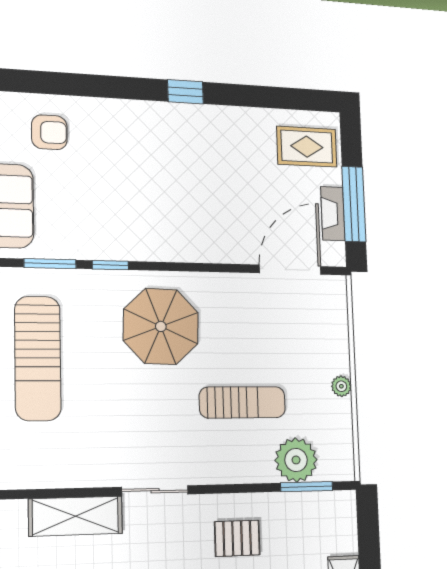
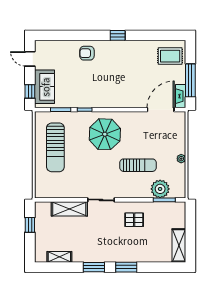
armchair: (49, 132) -> (87, 53), moved, turned 180
fireplace: (333, 214) -> (181, 96), moved

